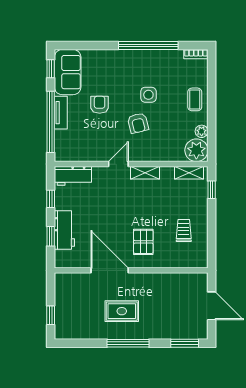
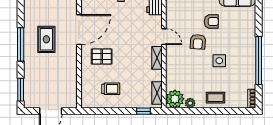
armchair: (138, 123) -> (198, 42), moved, turned -72

